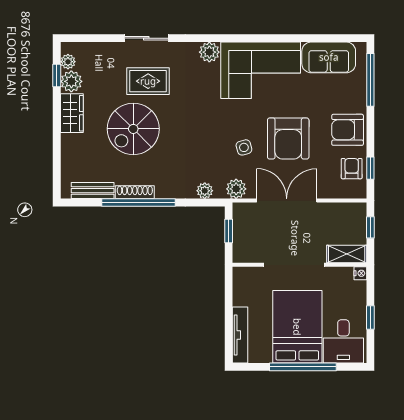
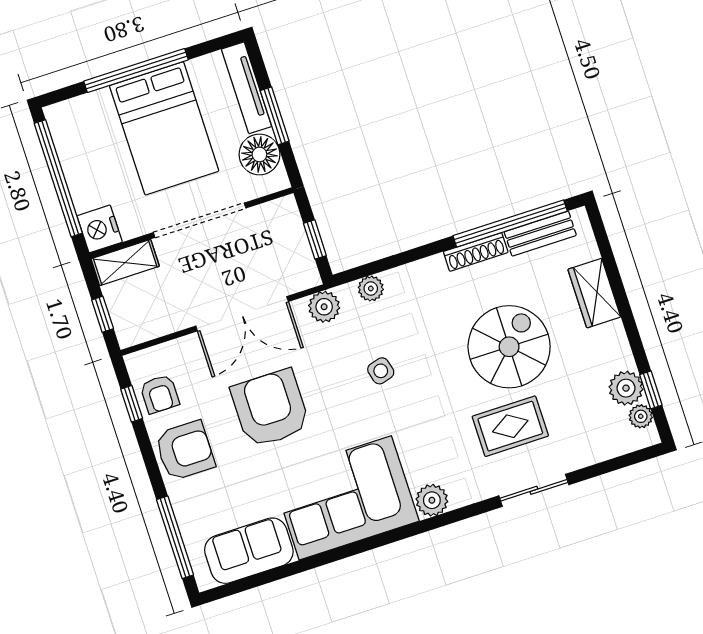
wardrobe: (72, 113) -> (594, 293), moved
side table: (244, 147) -> (381, 371), moved
window: (139, 202) -> (510, 223), moved
nightstand: (360, 273) -> (100, 229), width x1.89, depth x1.79
floor lamp: (245, 293) -> (259, 154), added
window: (229, 313) -> (275, 116), added
window: (370, 317) -> (58, 178), width x3.17
desk: (343, 341) -> (87, 129), removed

